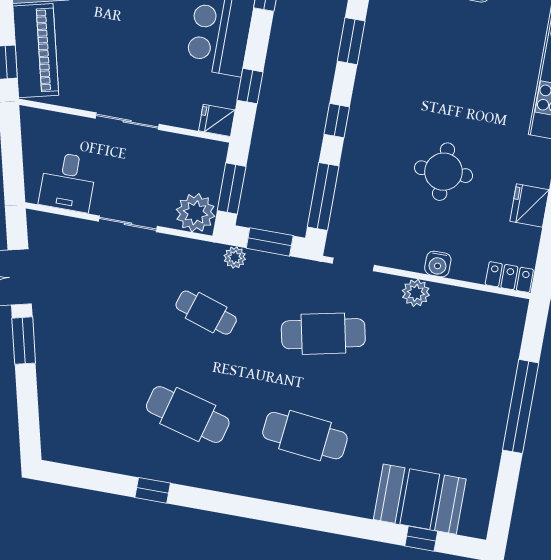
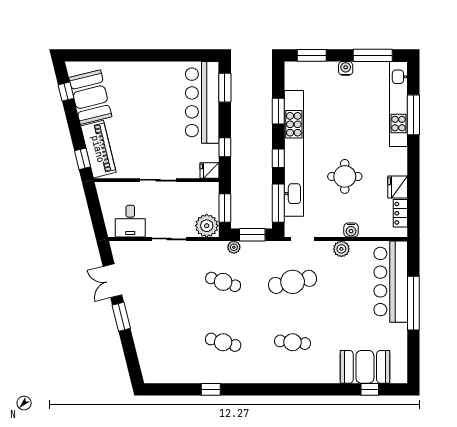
kitchen unit: (365, 117) -> (294, 153), added
locker: (509, 277) -> (400, 213), moved, turned -90
bar counter: (489, 363) -> (391, 282), added
cafe table: (188, 415) -> (223, 342), width x0.73, depth x0.74
cafe table: (305, 436) -> (293, 342), width x0.73, depth x0.74

